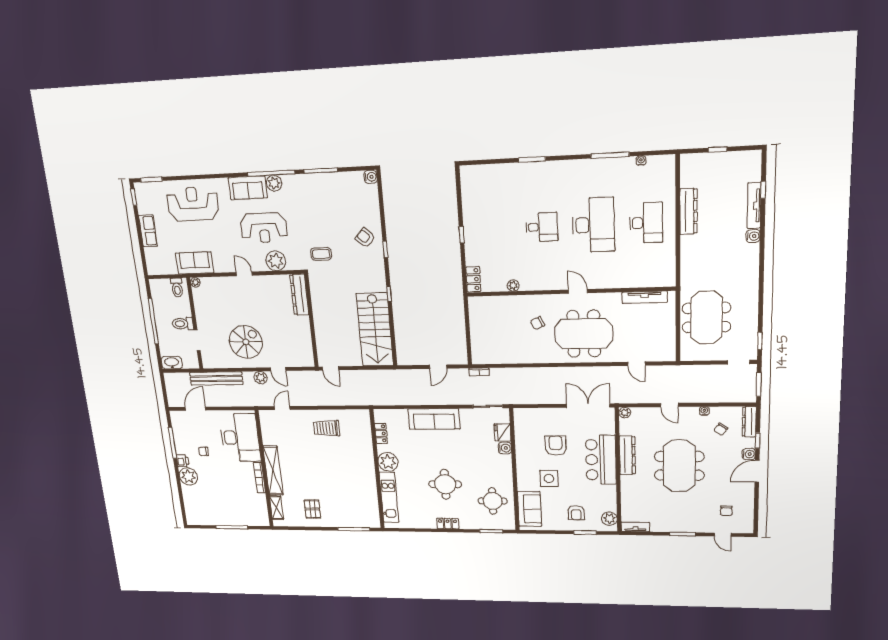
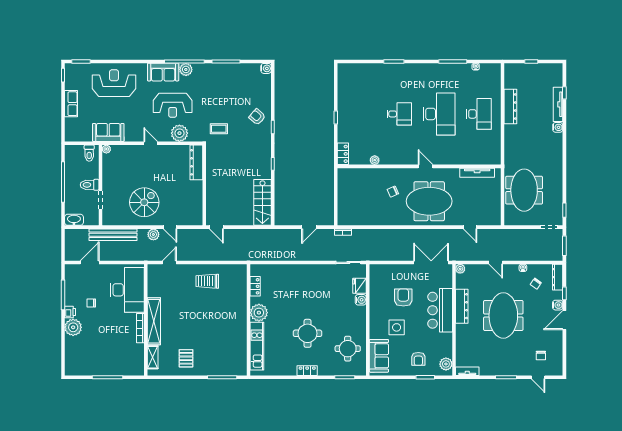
stairs: (375, 330) -> (262, 202), width x0.73, depth x0.66
sofa: (434, 419) -> (302, 273), removed

